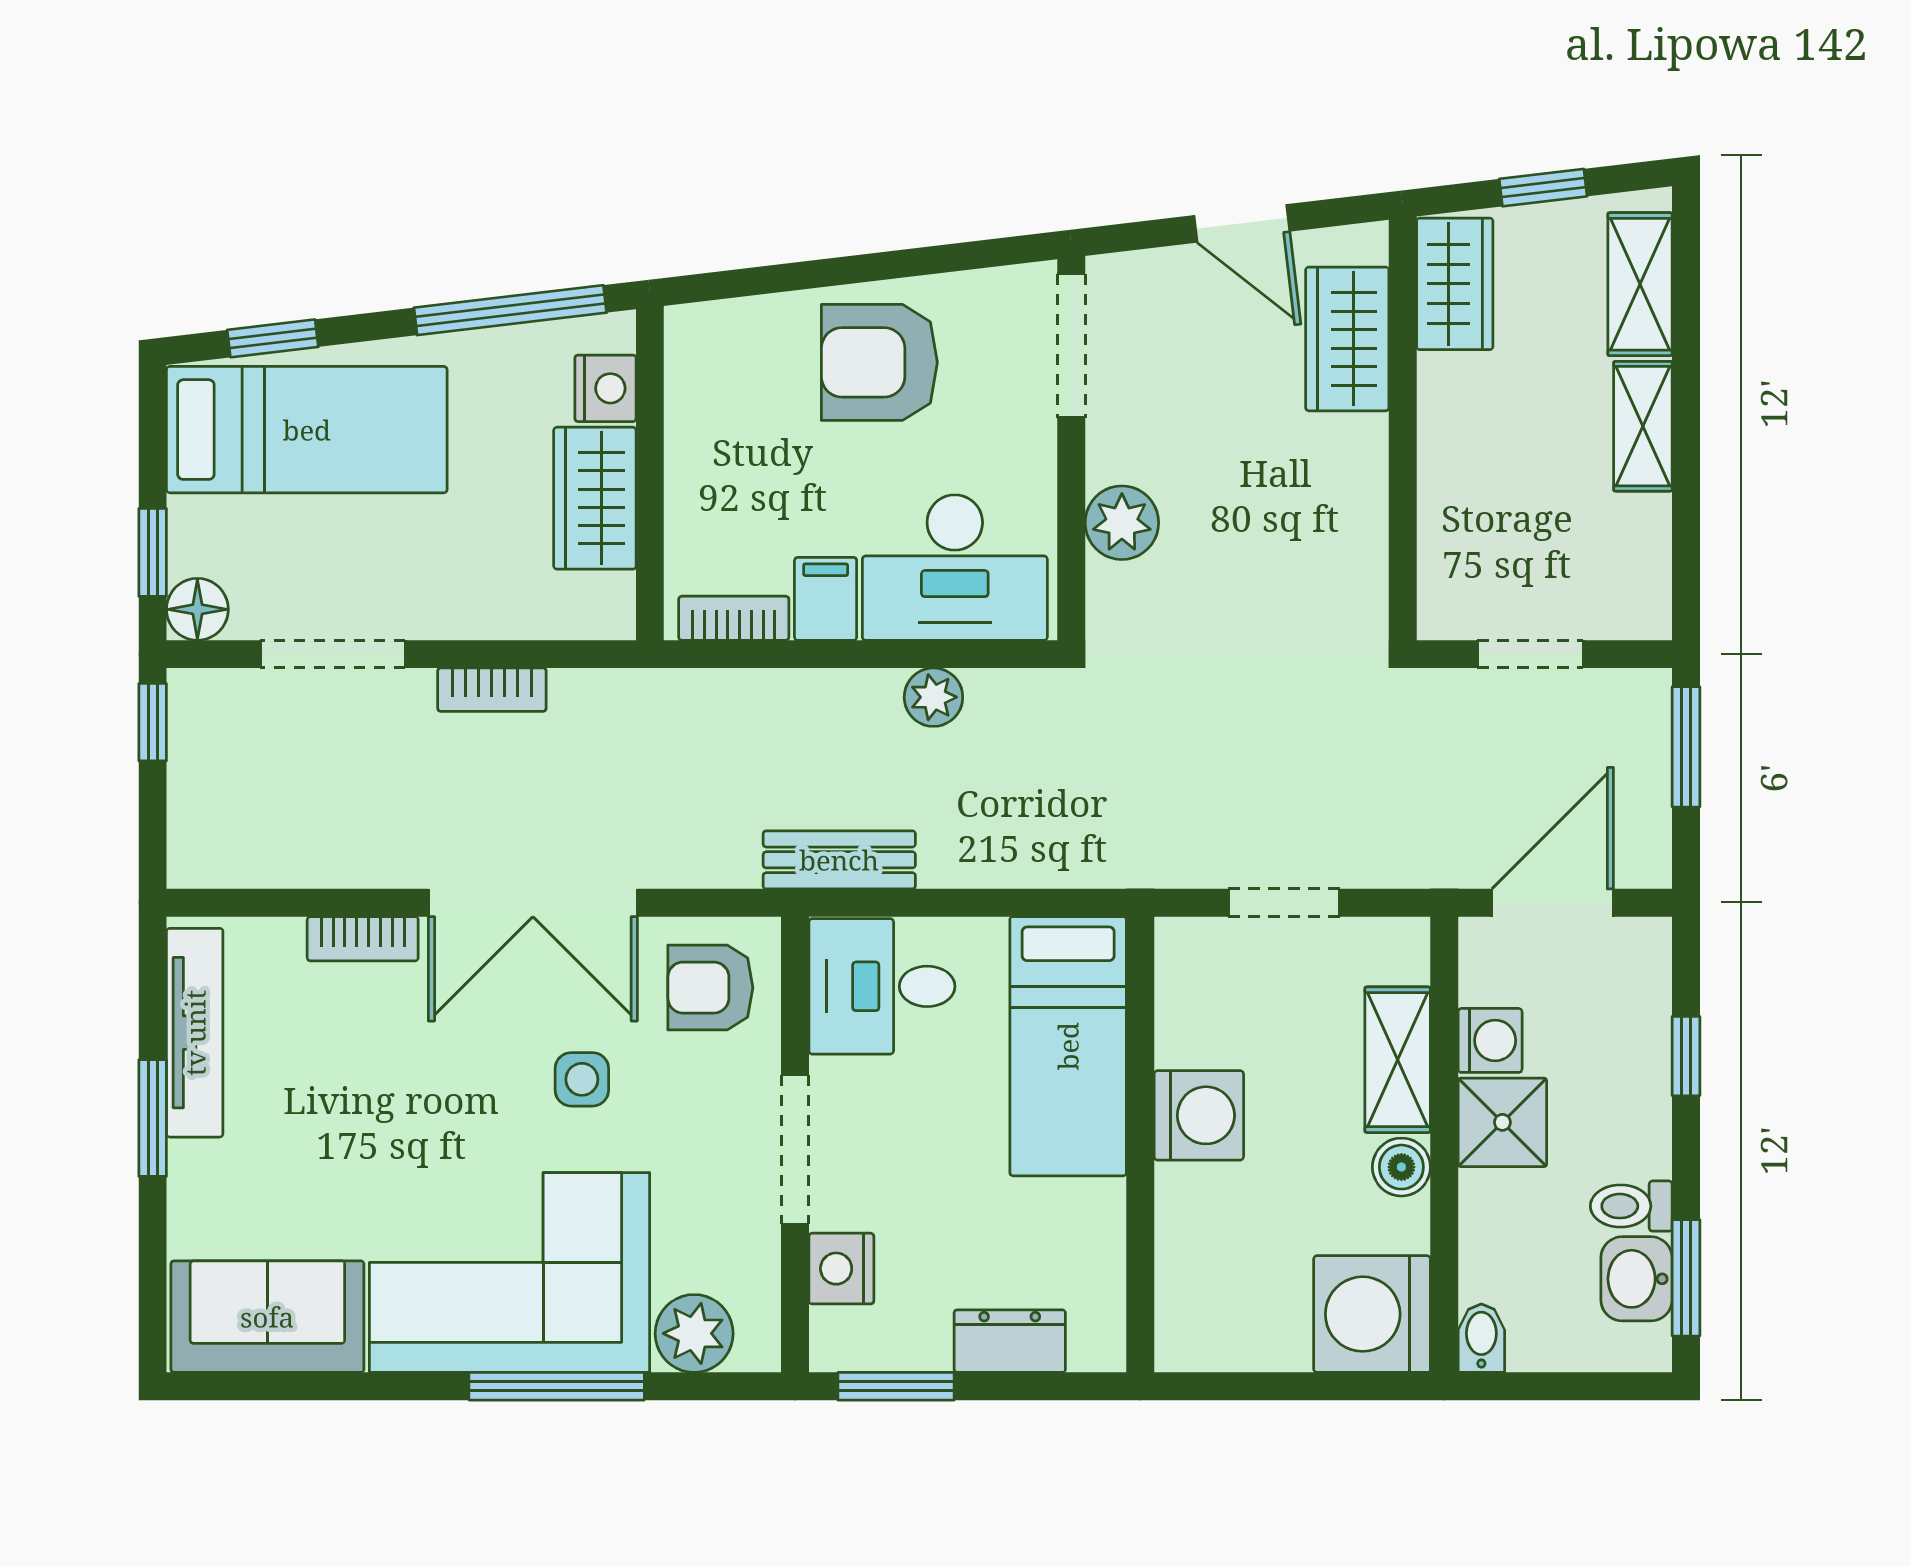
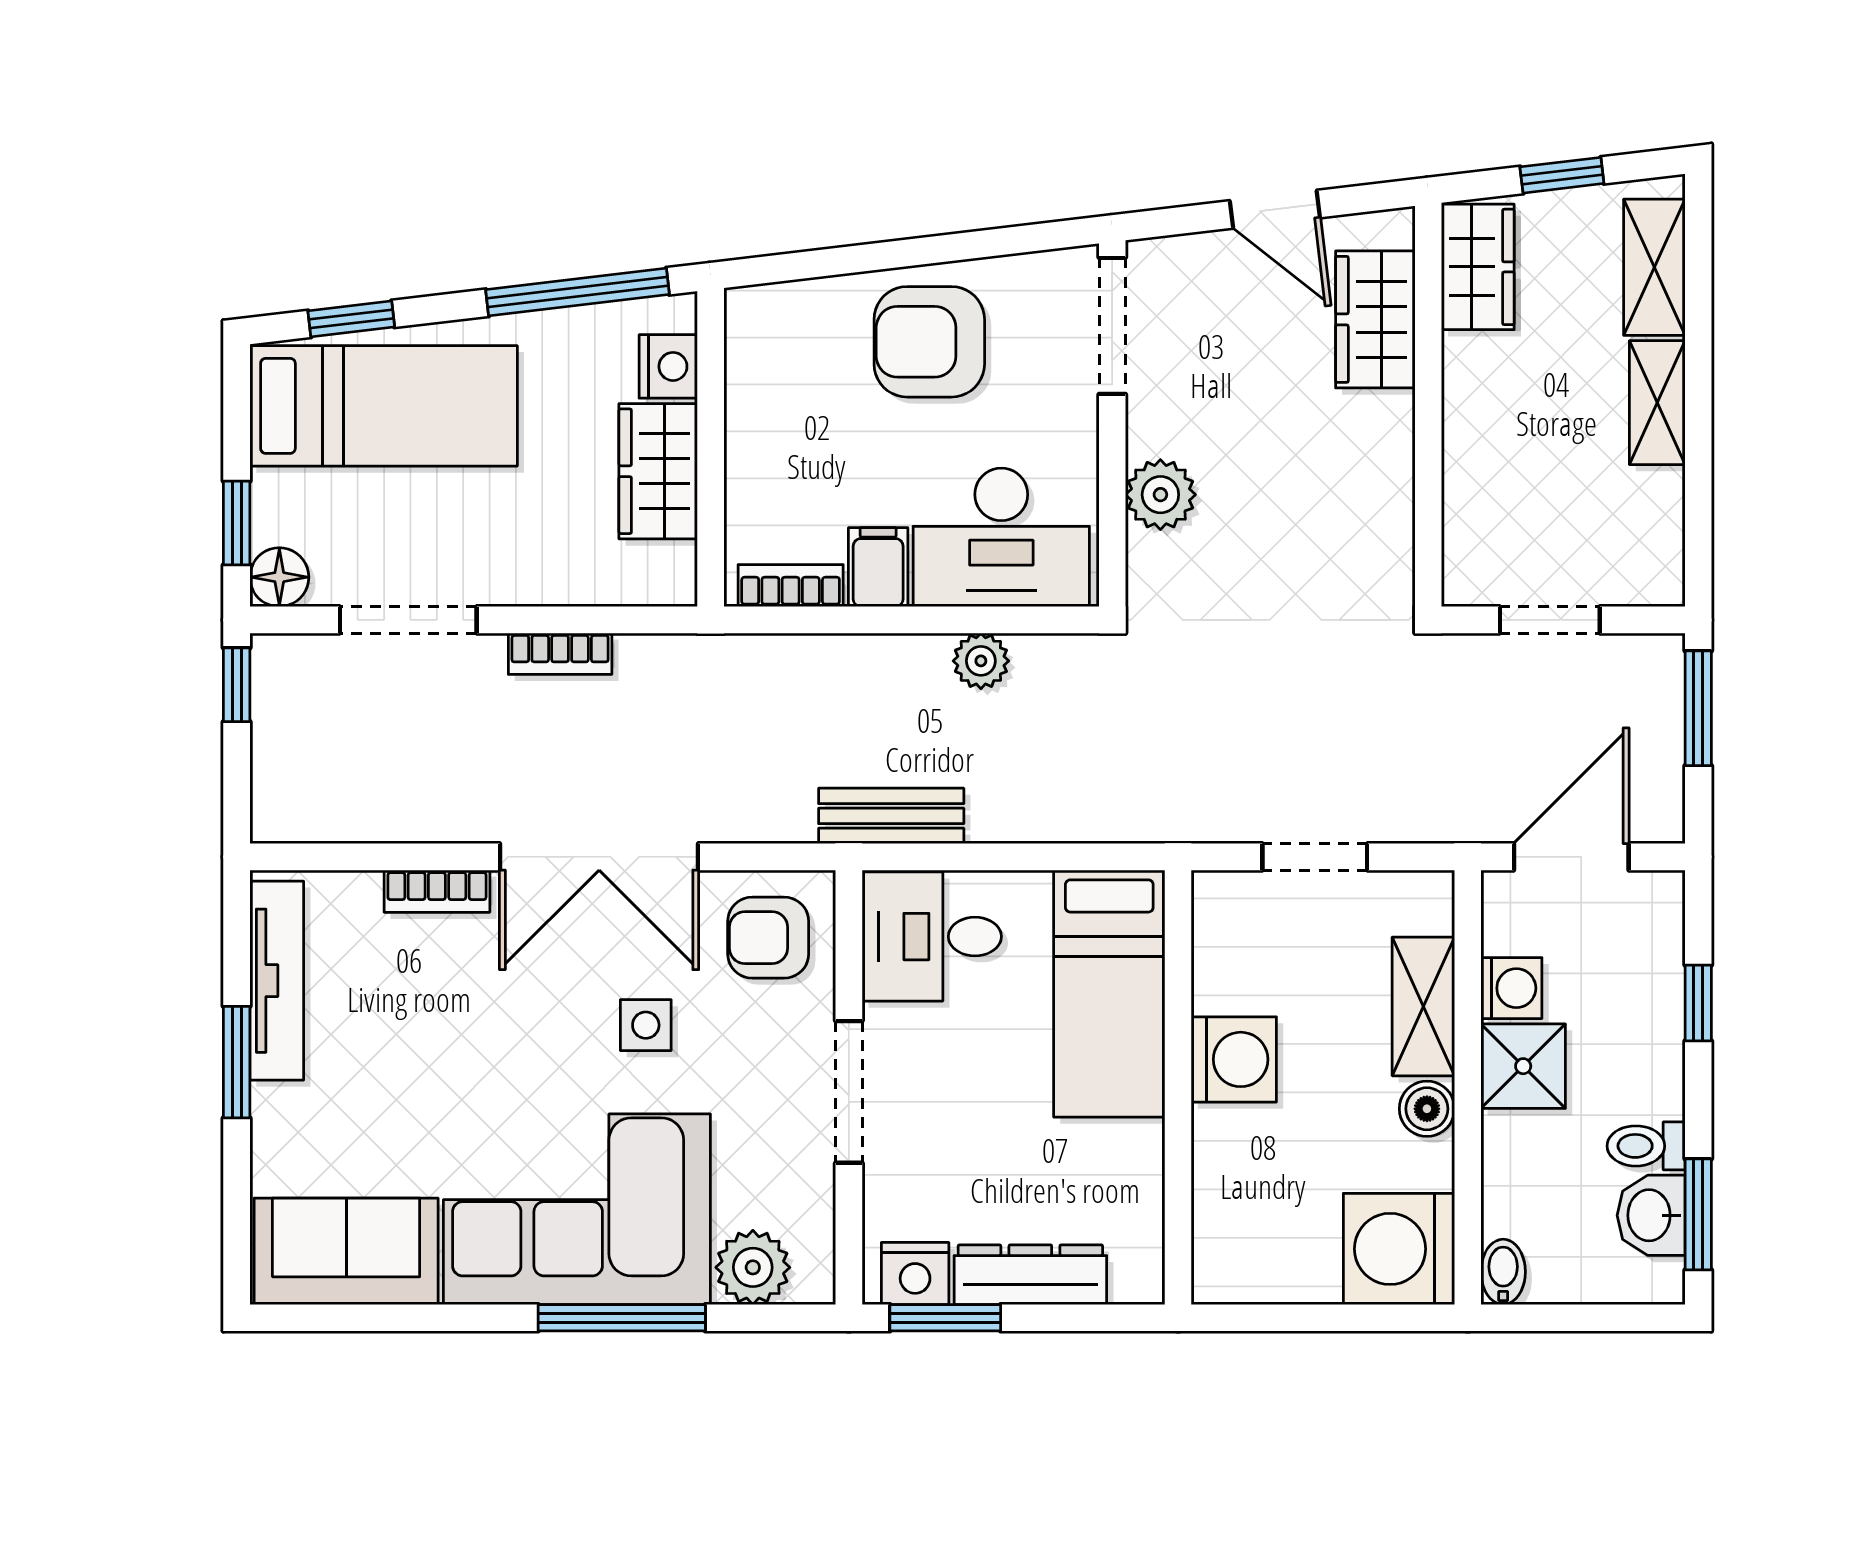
nightstand: (841, 1269) -> (915, 1273), moved, turned -90
dresser: (1010, 1341) -> (1030, 1275), width x1.44

